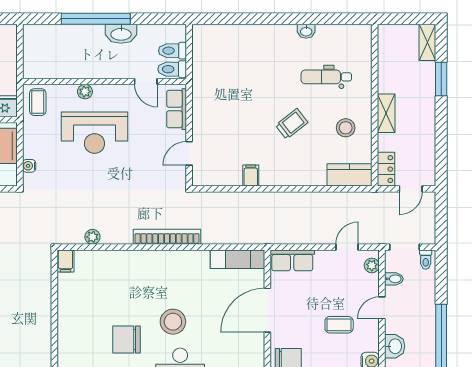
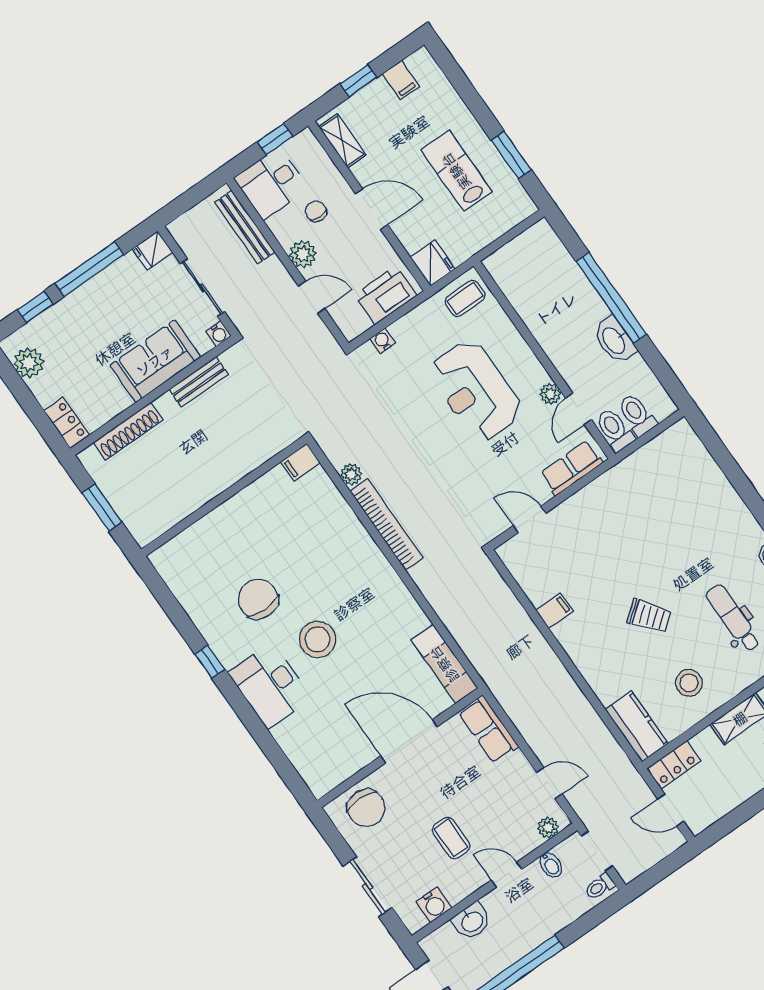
plant: (85, 92) -> (550, 394), moved
bookcase: (167, 237) -> (386, 524), moved

